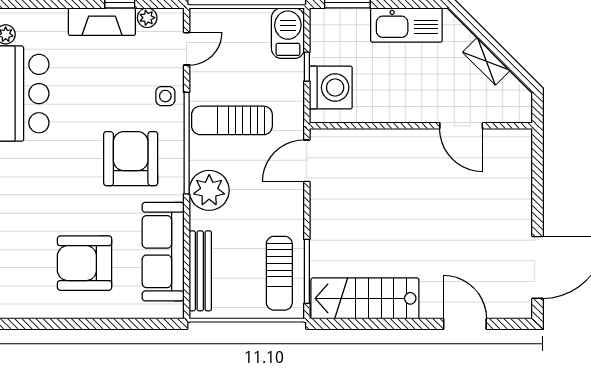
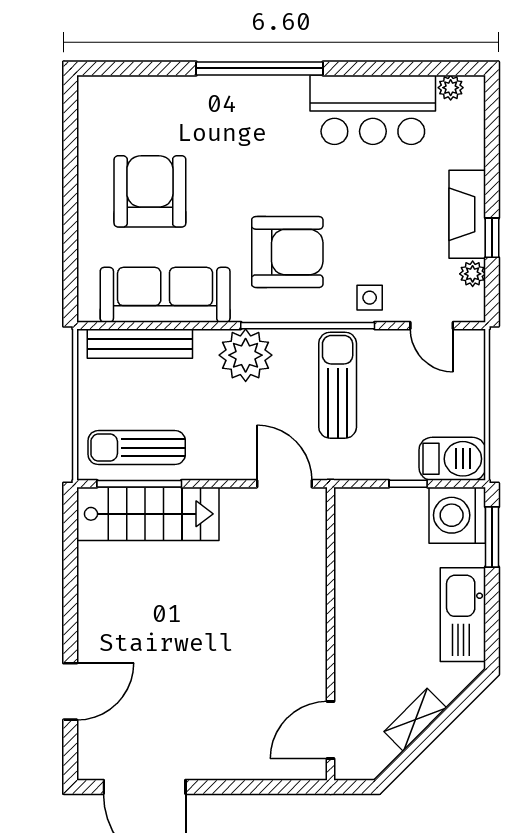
washing machine: (331, 88) -> (457, 515), moved, turned 90
door: (461, 126) -> (331, 730), moved
stairs: (365, 298) -> (148, 514), moved, turned 90

